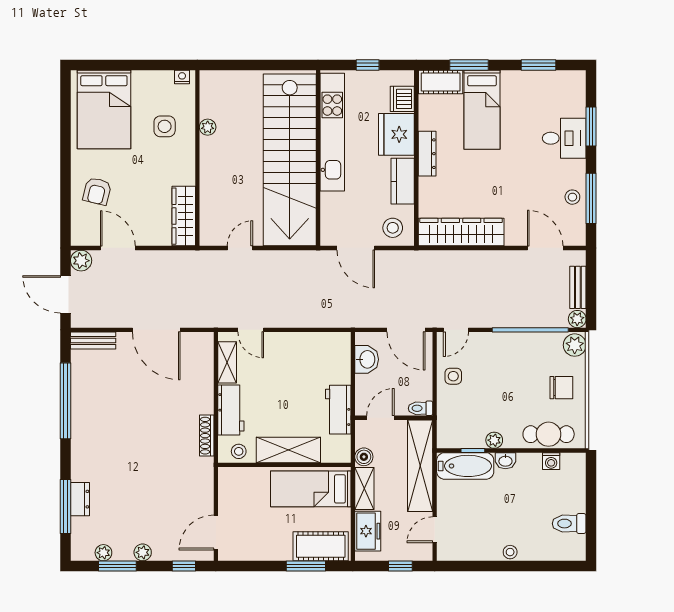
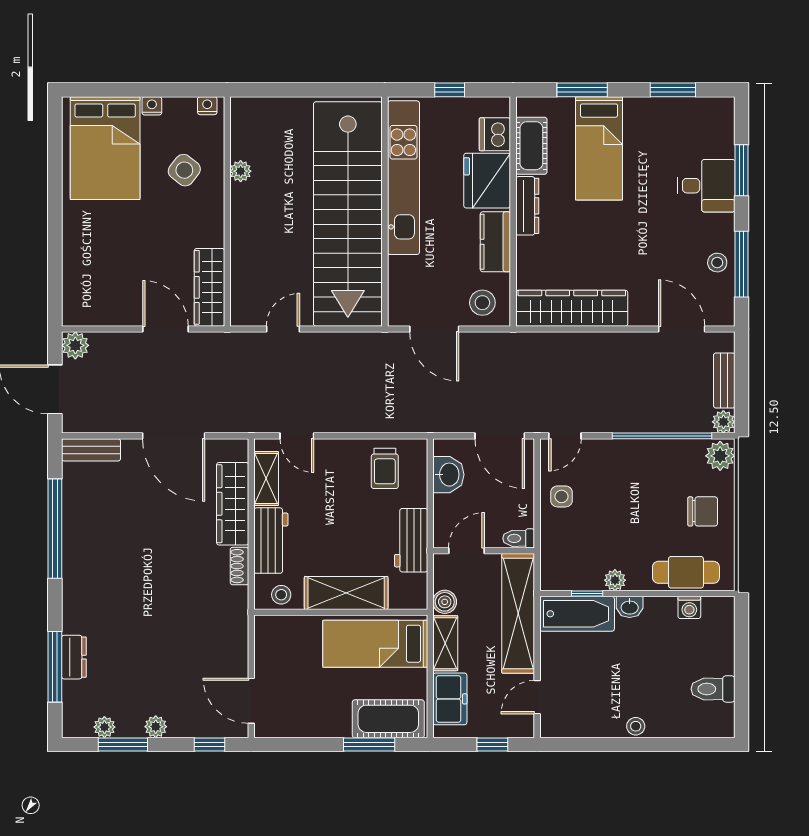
nightstand: (140, 77) -> (152, 106), added
cot: (441, 82) -> (531, 146), moved, turned 90
side table: (165, 126) -> (184, 170), turned 38
armchair: (97, 191) -> (96, 255), removed
door: (118, 248) -> (166, 329), moved
trolley: (318, 355) -> (385, 468), added
wardrobe: (202, 382) -> (233, 504), added
shoe rack: (207, 436) -> (239, 566), width x0.70
door: (216, 533) -> (251, 701), hinge flipped

